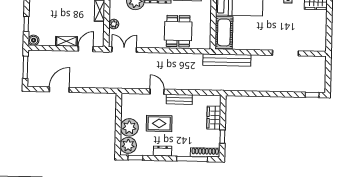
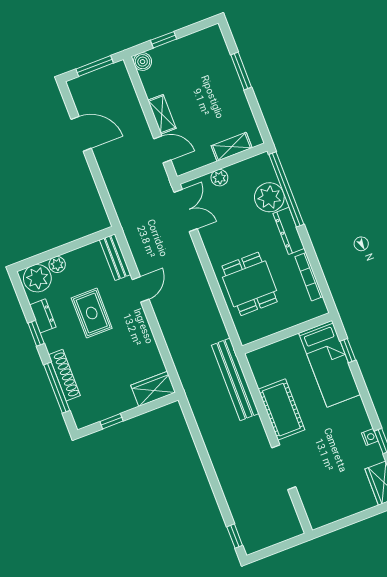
dining table: (178, 31) -> (250, 284), turned 90
cot: (224, 32) -> (281, 410), moved, turned 90
bench: (179, 99) -> (115, 257), moved
wardrobe: (214, 118) -> (153, 389), moved
plant: (129, 127) -> (57, 265), width x0.53, depth x0.53
dresser: (162, 151) -> (43, 316), moved
shoe rack: (205, 152) -> (64, 375), moved
window: (135, 158) -> (36, 333), moved

